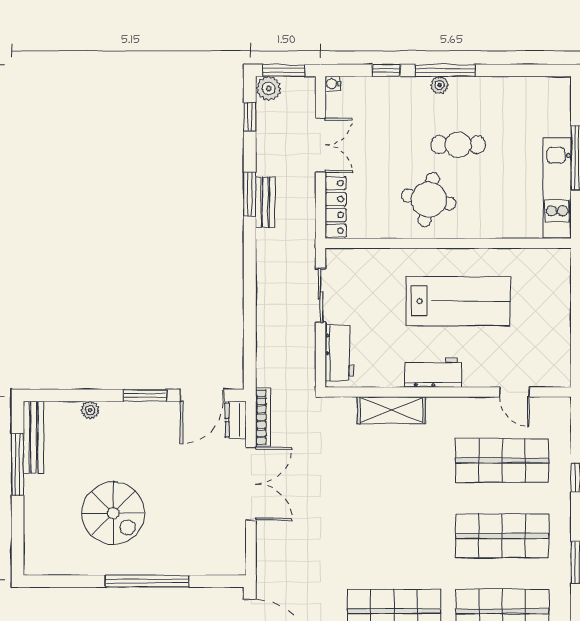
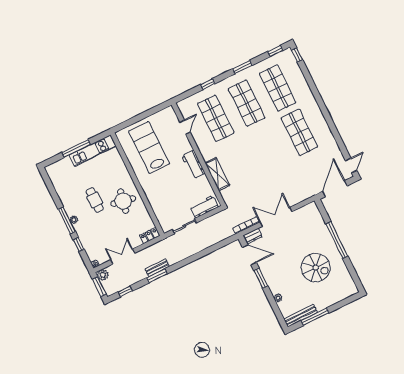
plant: (269, 88) -> (103, 275), moved
locker: (336, 207) -> (150, 236), width x0.66
lab bench: (458, 301) -> (149, 148), moved
spiral stairs: (113, 513) -> (316, 268), turned 90

